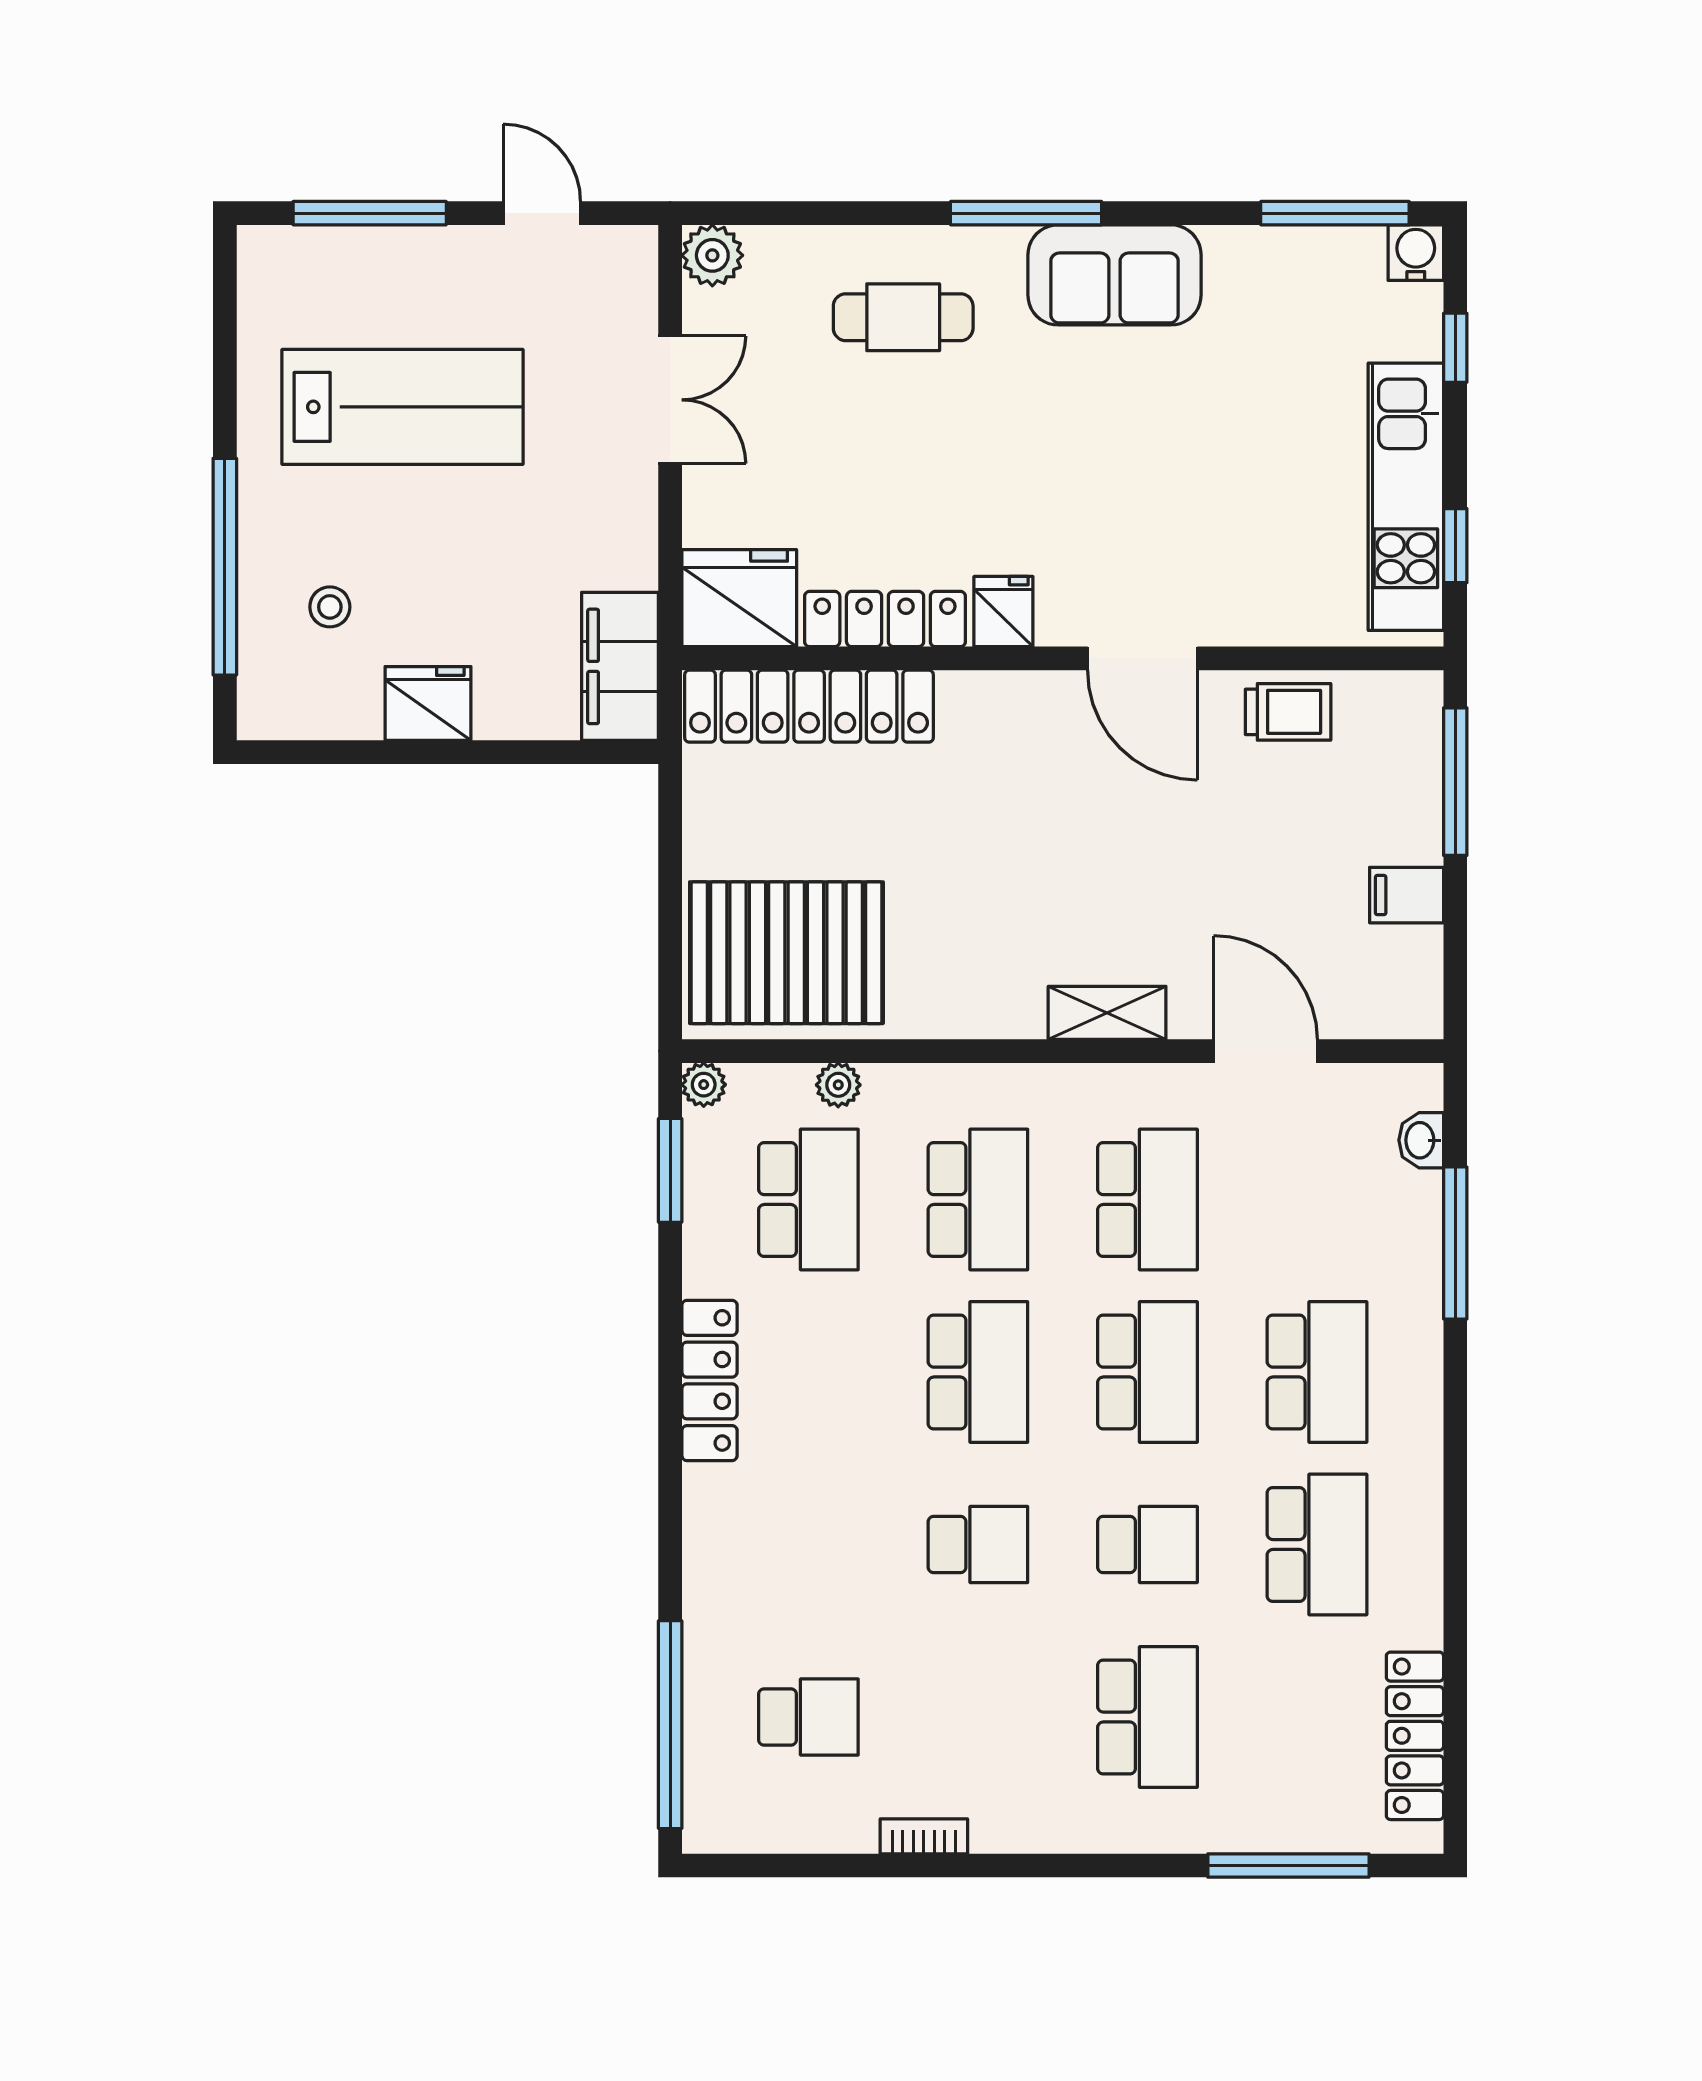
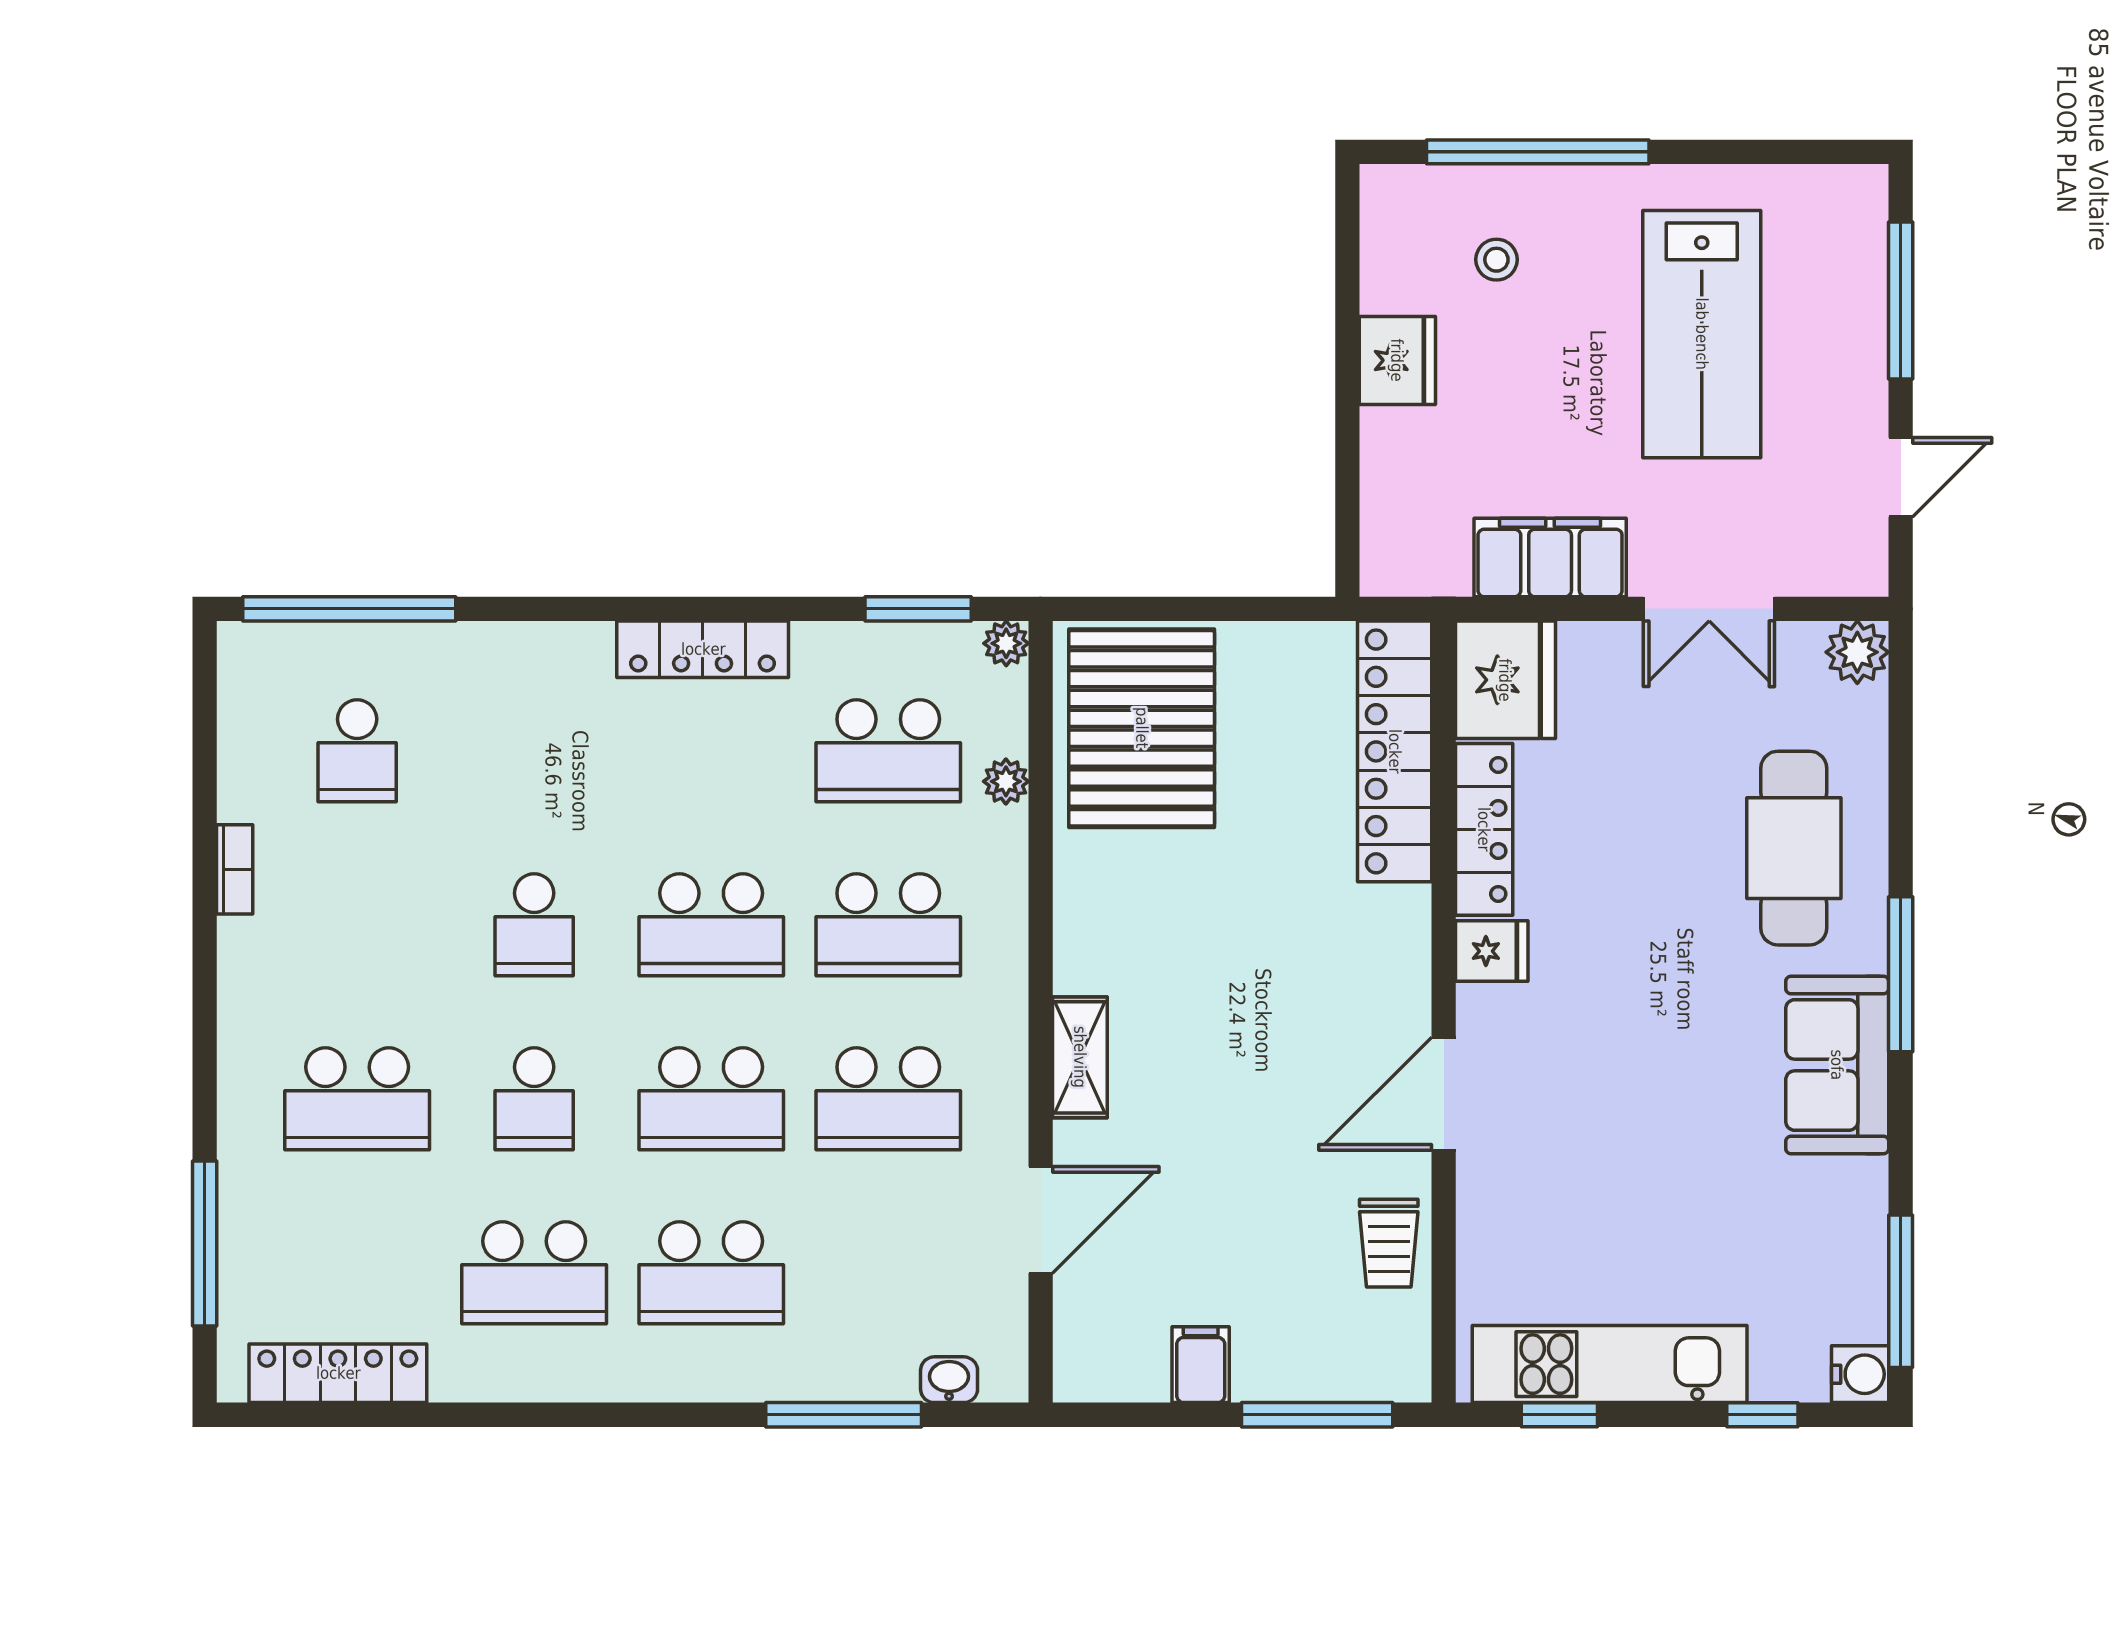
cafe table: (903, 317) -> (1794, 848), width x1.37, depth x1.35
filing cabinet: (620, 666) -> (1550, 557), moved

